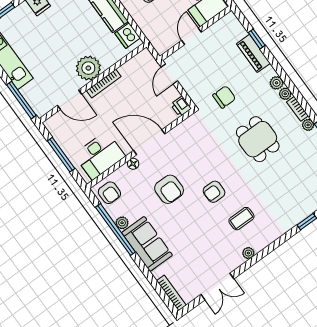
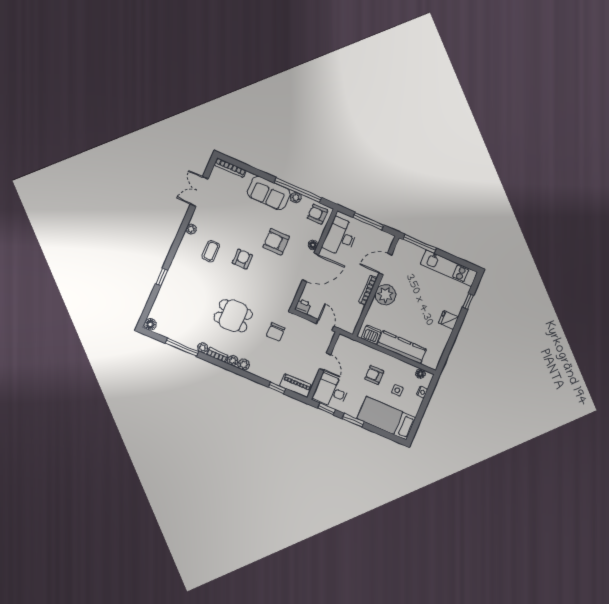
piano: (253, 53) -> (296, 386), moved

